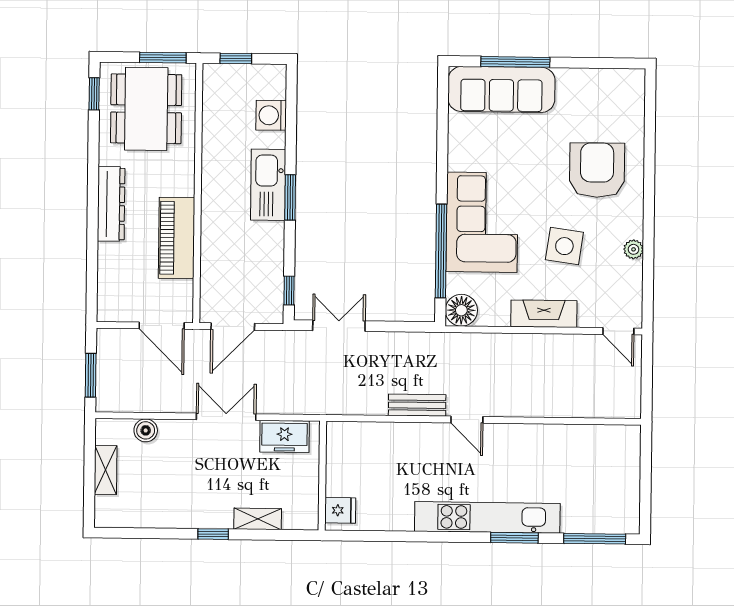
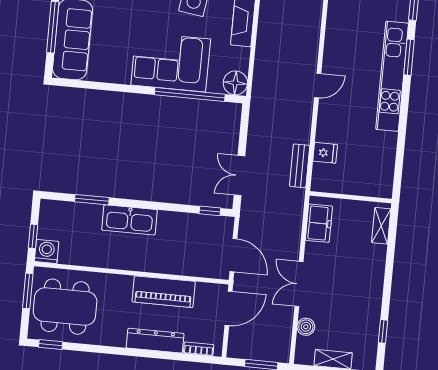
washing machine: (271, 115) -> (47, 251), moved, turned 180
window: (290, 197) -> (92, 200), moved
dresser: (111, 204) -> (155, 341), moved
bookcase: (105, 291) -> (199, 349), added
bench: (417, 405) -> (300, 166), moved
double door: (226, 417) -> (299, 284), moved
fridge: (340, 510) -> (325, 153), moved, turned 90
shelving: (258, 519) -> (381, 226), moved
window: (213, 534) -> (383, 331), moved

